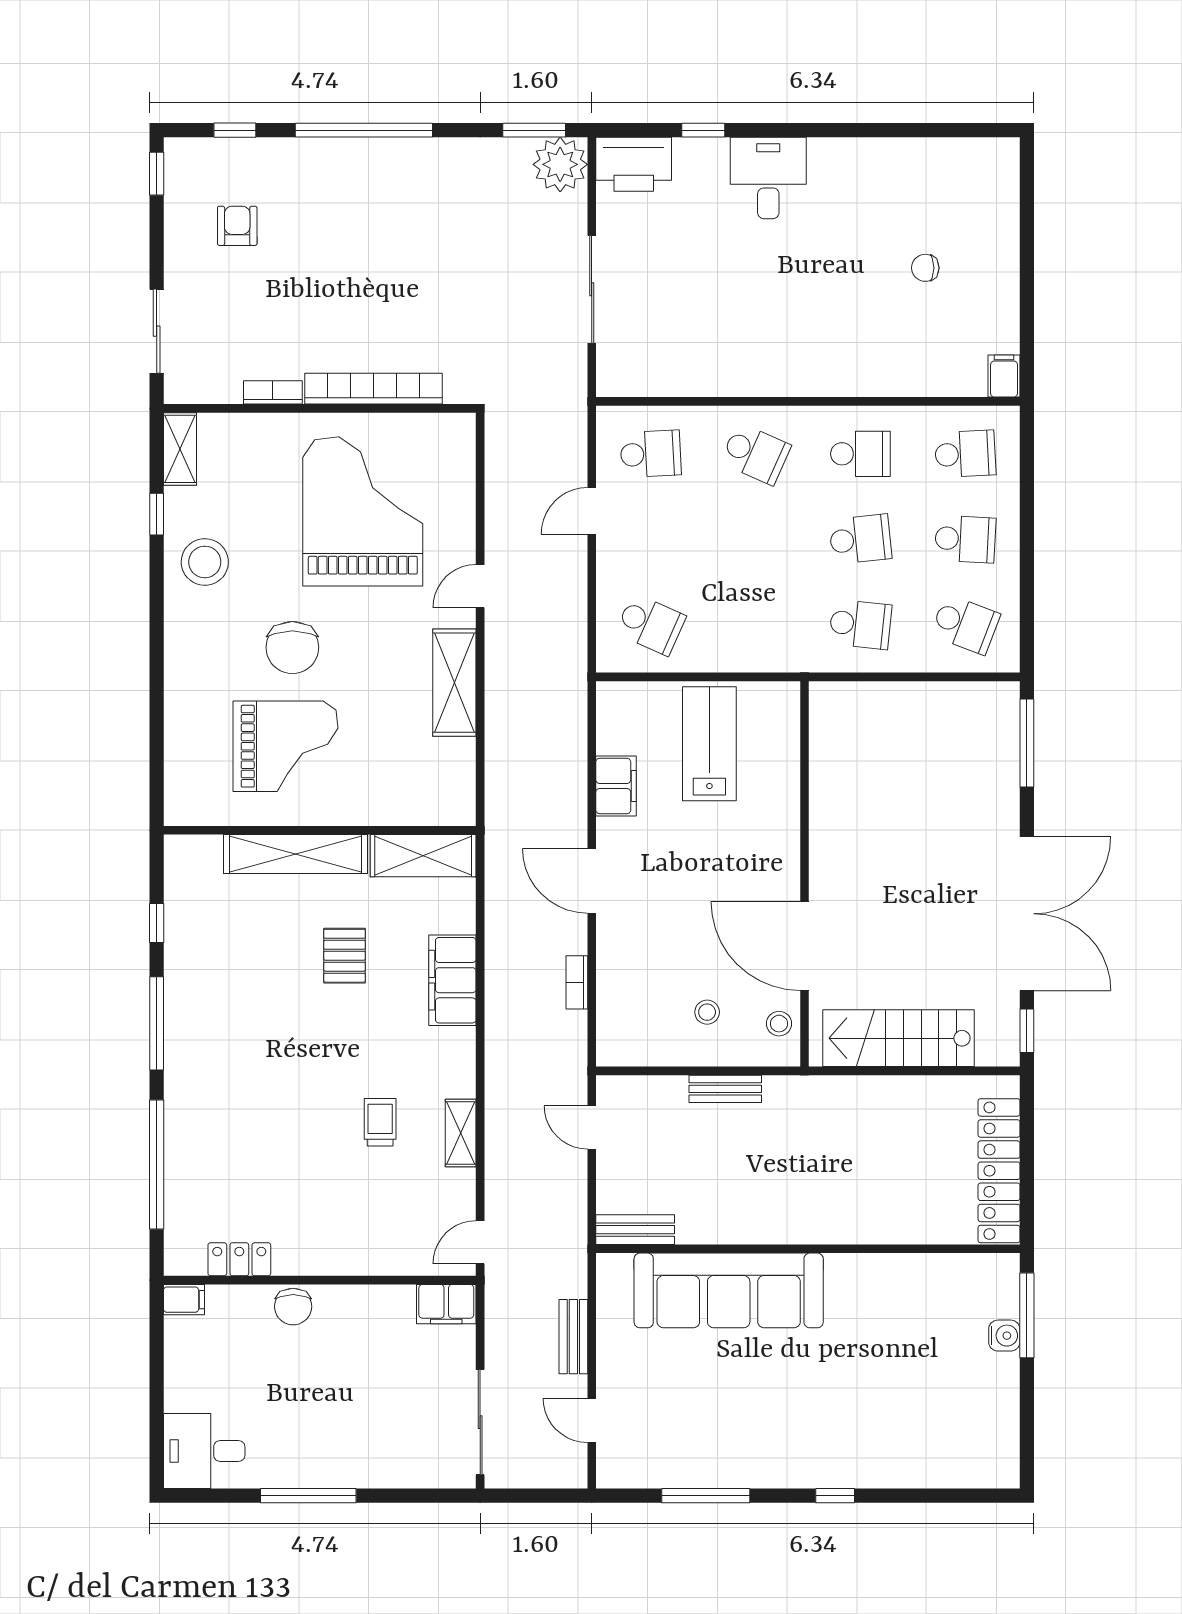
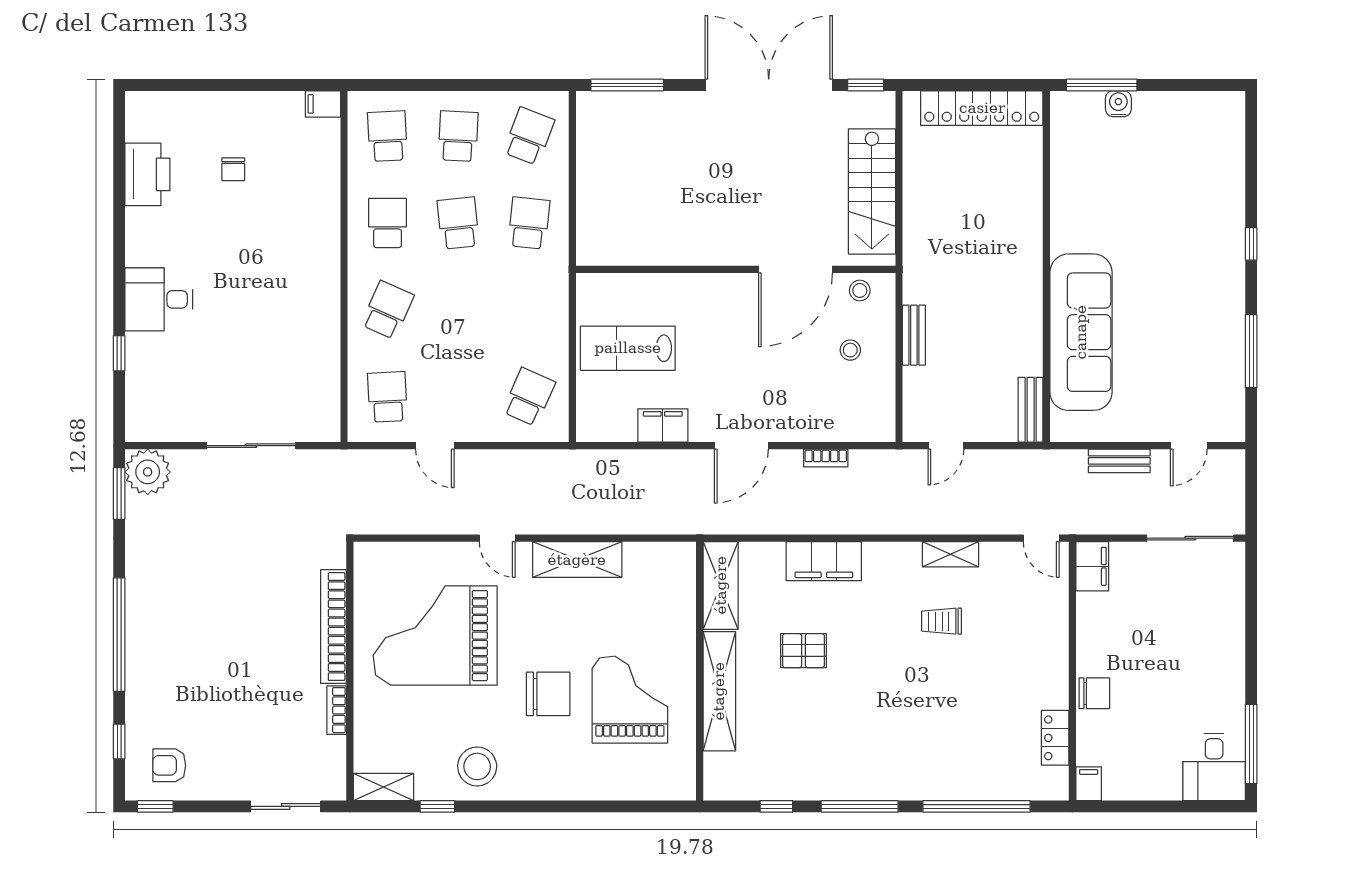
printer: (634, 164) -> (147, 174), moved
armchair: (237, 226) -> (169, 765), moved
window: (308, 1496) -> (1251, 744), moved

